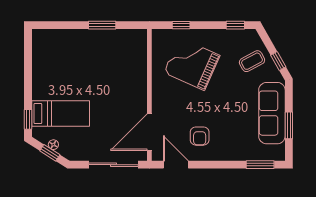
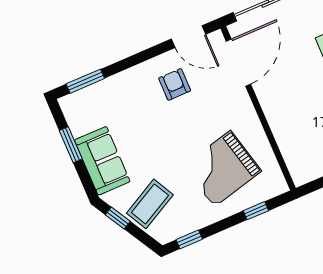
coffee table: (252, 61) -> (150, 204), width x1.36, depth x1.30
grand piano: (192, 64) -> (222, 169), turned 142
sofa: (272, 113) -> (102, 161), width x0.73

